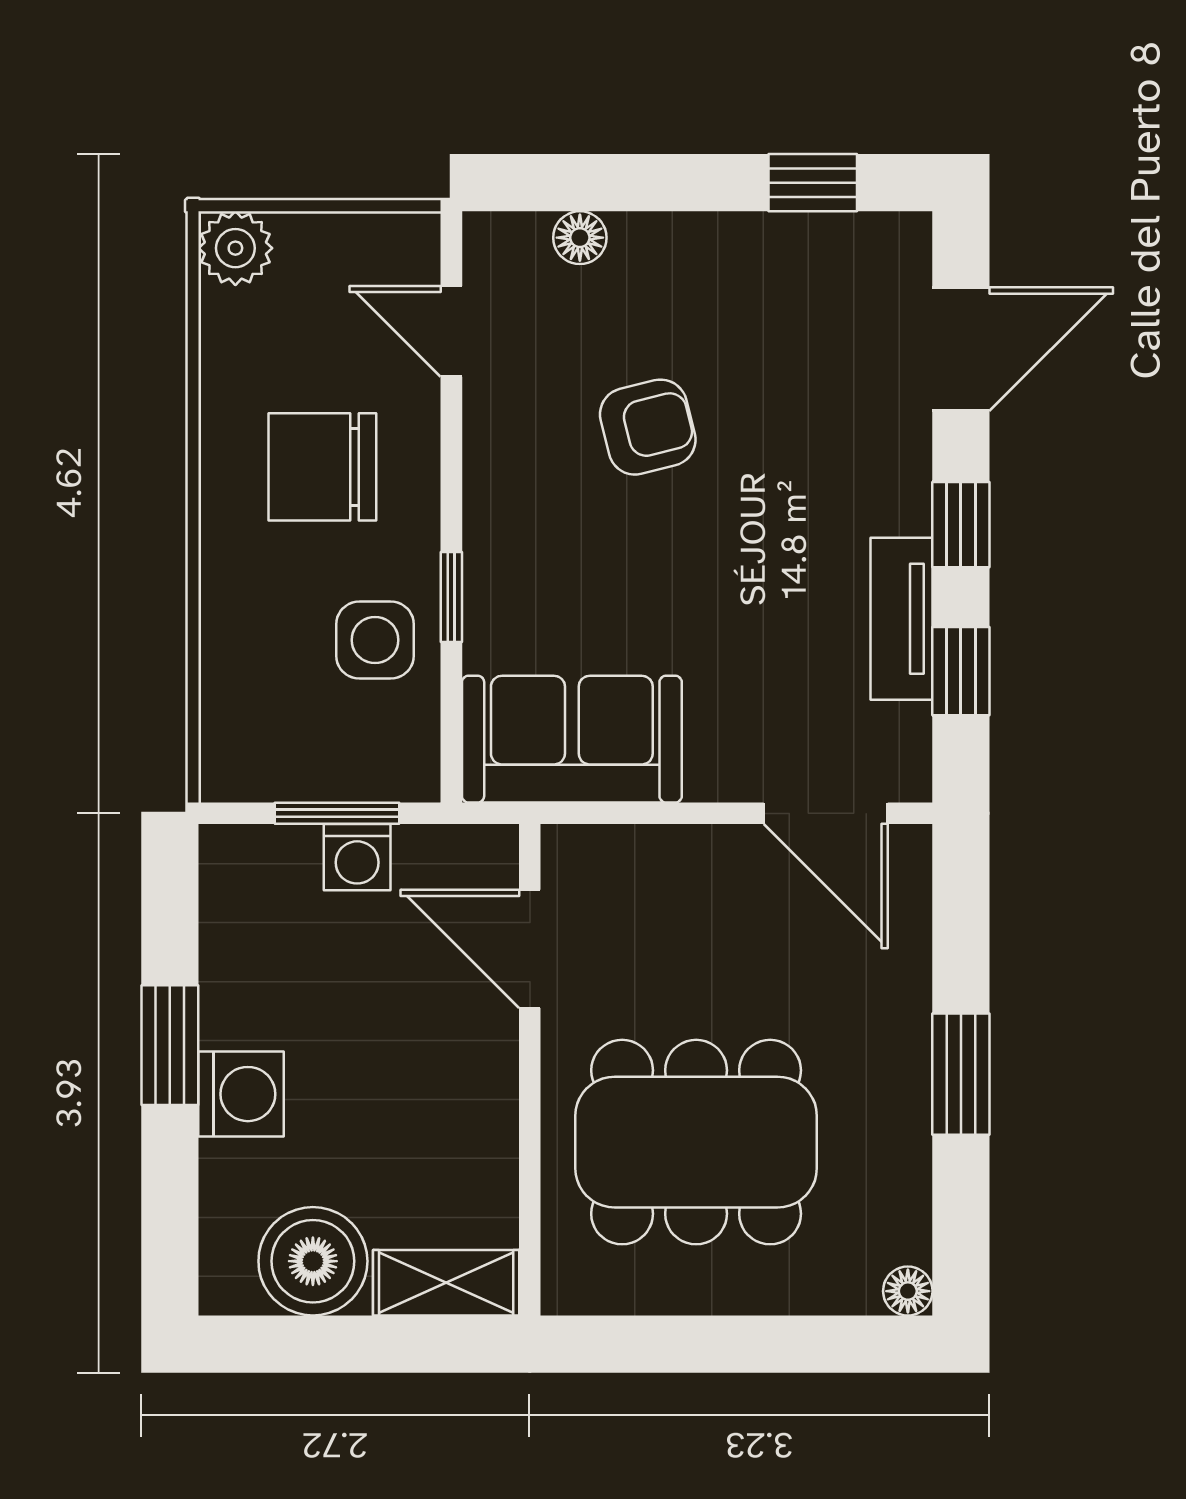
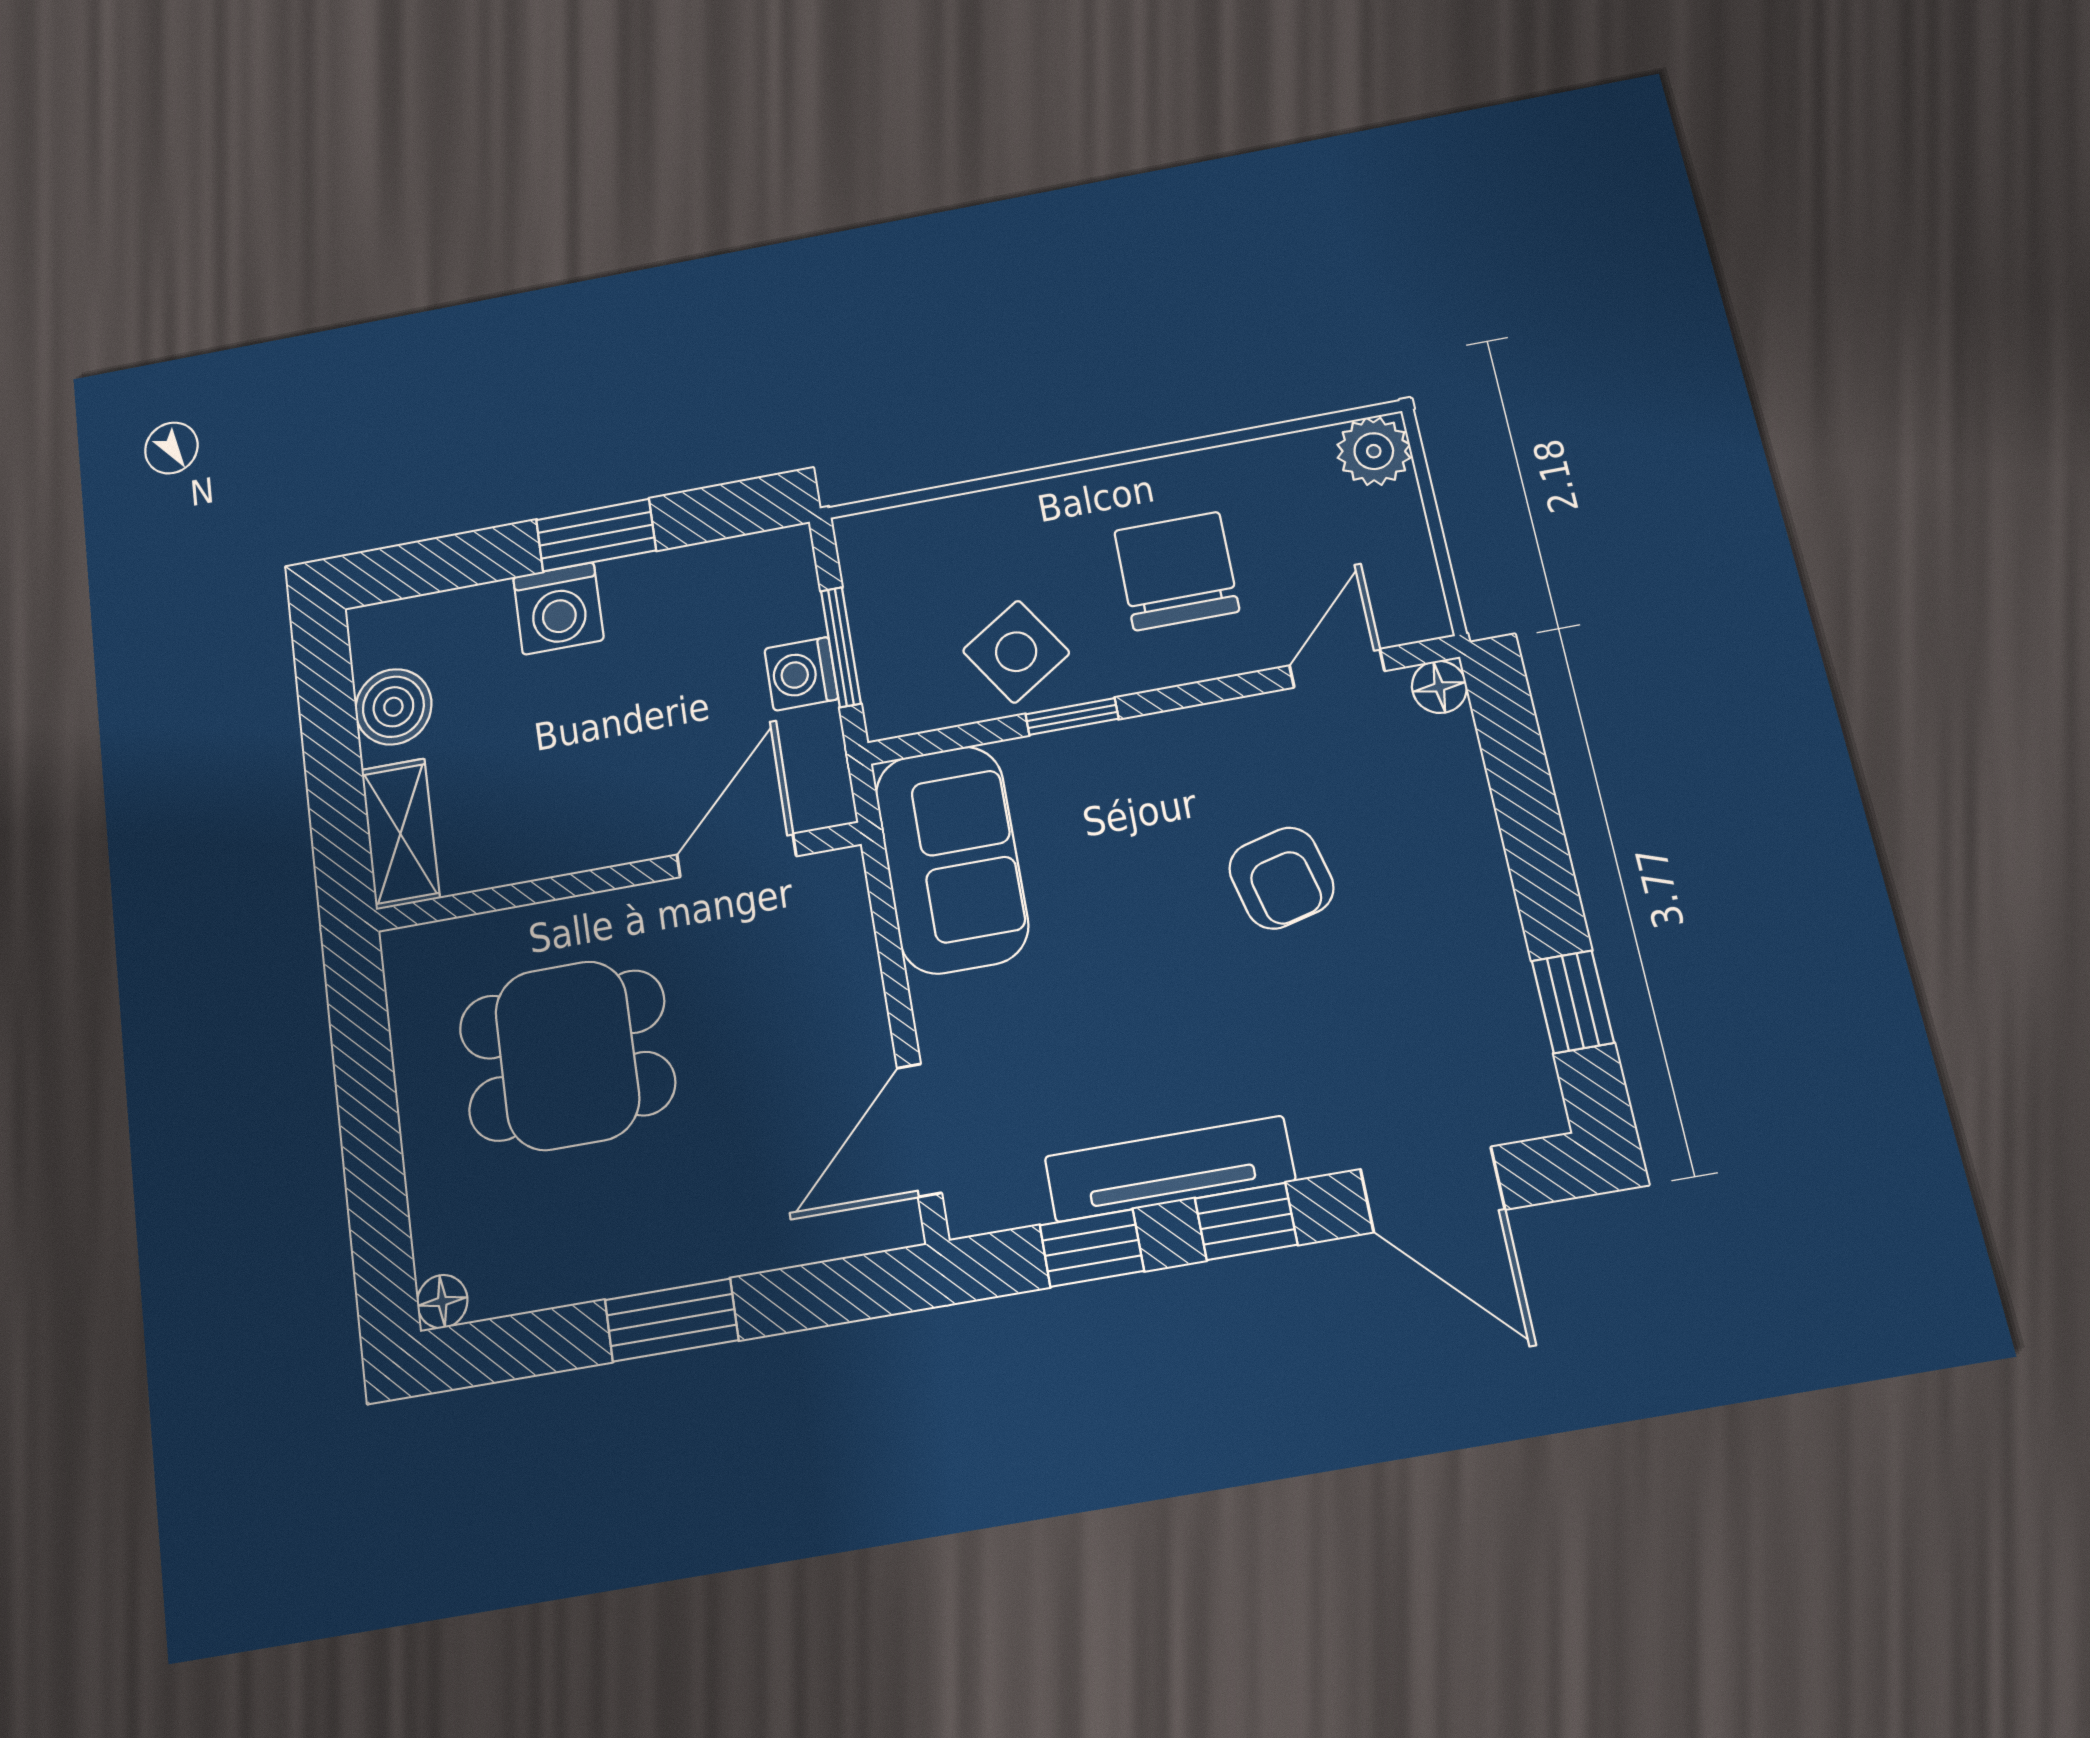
floor lamp: (580, 238) -> (1439, 687), moved
tv unit: (901, 619) -> (1170, 1169), width x1.41
side table: (375, 640) -> (1016, 652), turned -33
dining table: (696, 1142) -> (567, 1055), width x0.73
boiler: (313, 1261) -> (393, 707), width x0.73, depth x0.73

